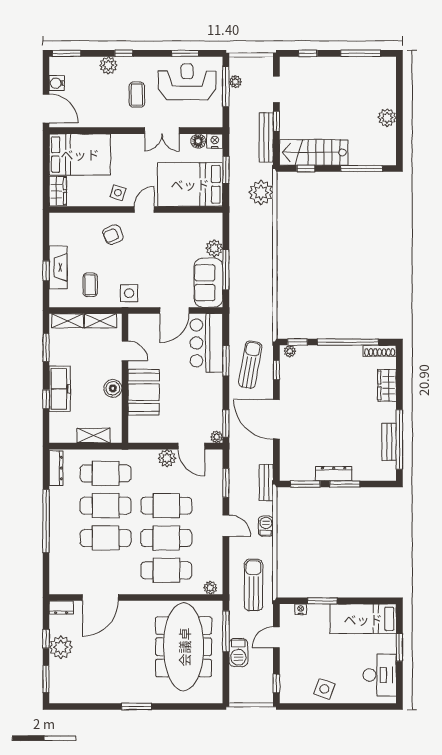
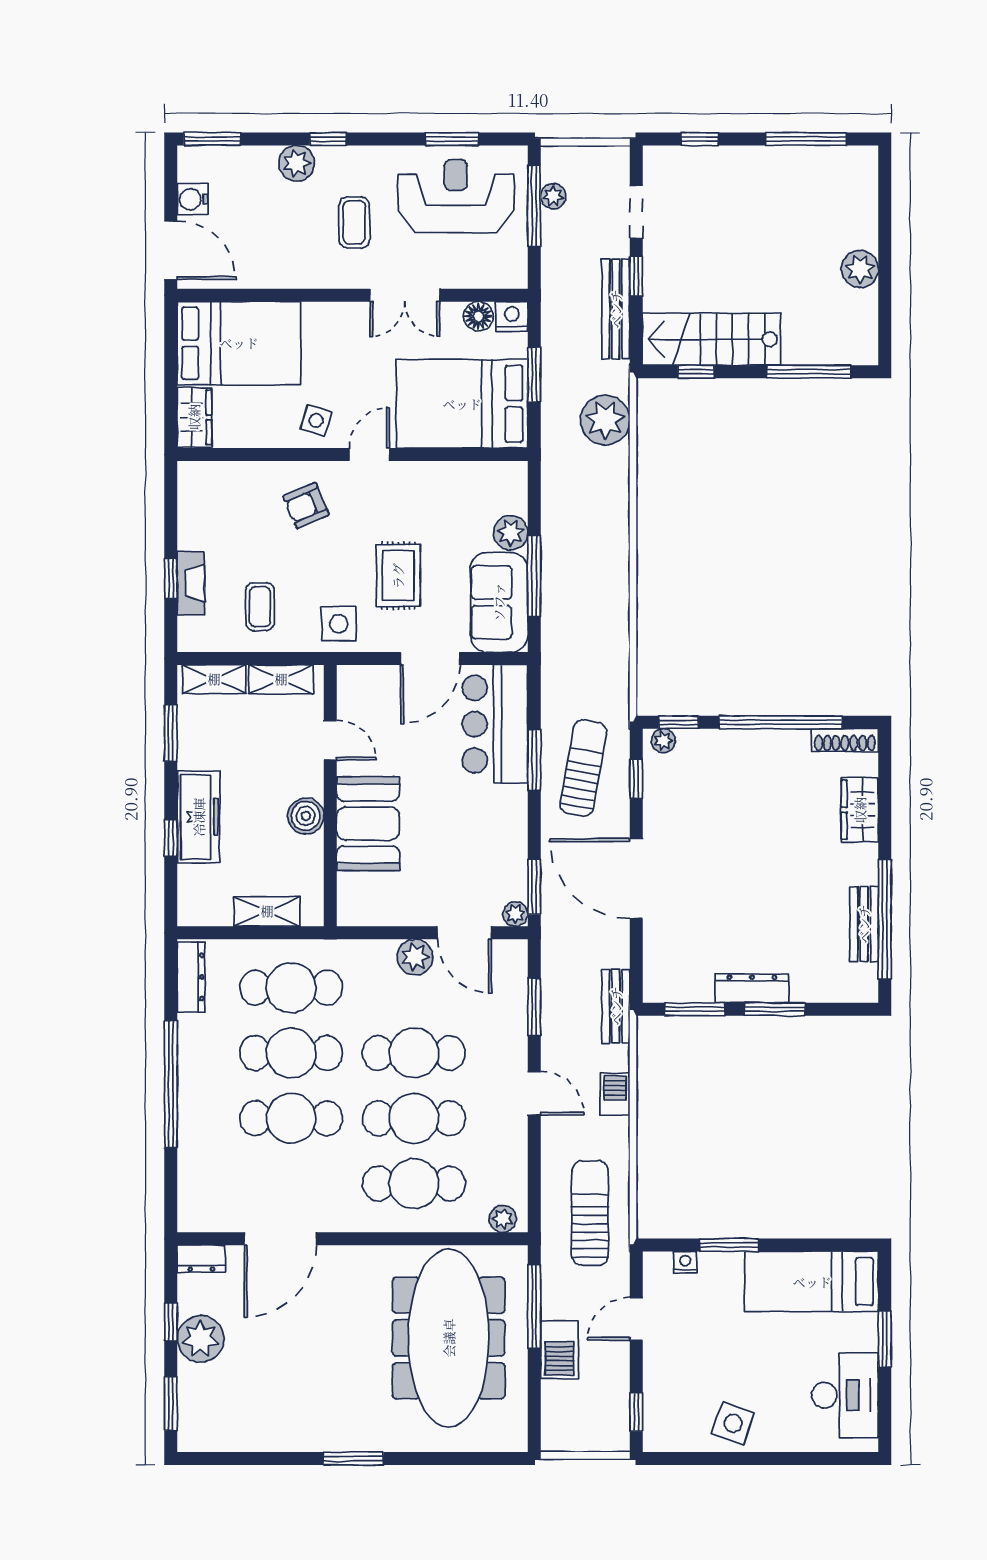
fireplace: (58, 267) -> (191, 583), width x0.73, depth x0.76
rug: (159, 269) -> (398, 576), added

